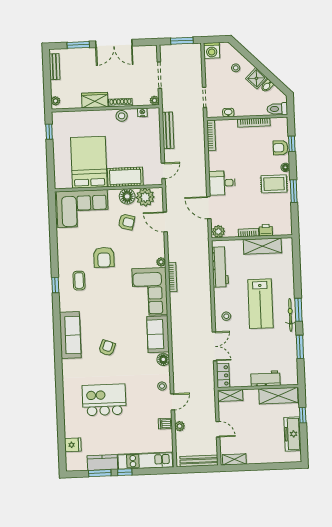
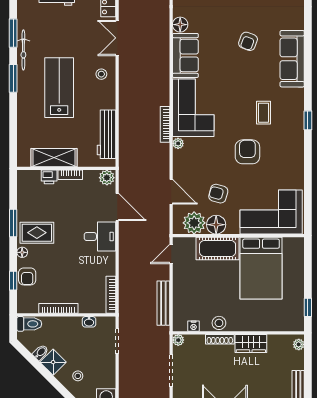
armchair: (280, 148) -> (27, 276), turned 90
coffee table: (79, 281) -> (264, 113), moved
bicycle: (290, 315) -> (23, 50), moved

